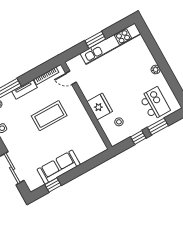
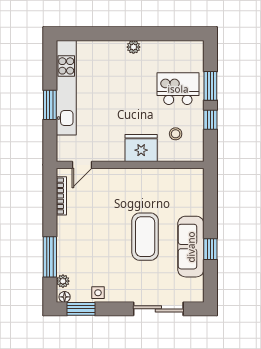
tv unit: (24, 89) -> (63, 235), removed
kitchen island: (155, 103) -> (178, 89), moved
coffee table: (49, 116) -> (145, 237), moved
window: (53, 185) -> (210, 249), moved

